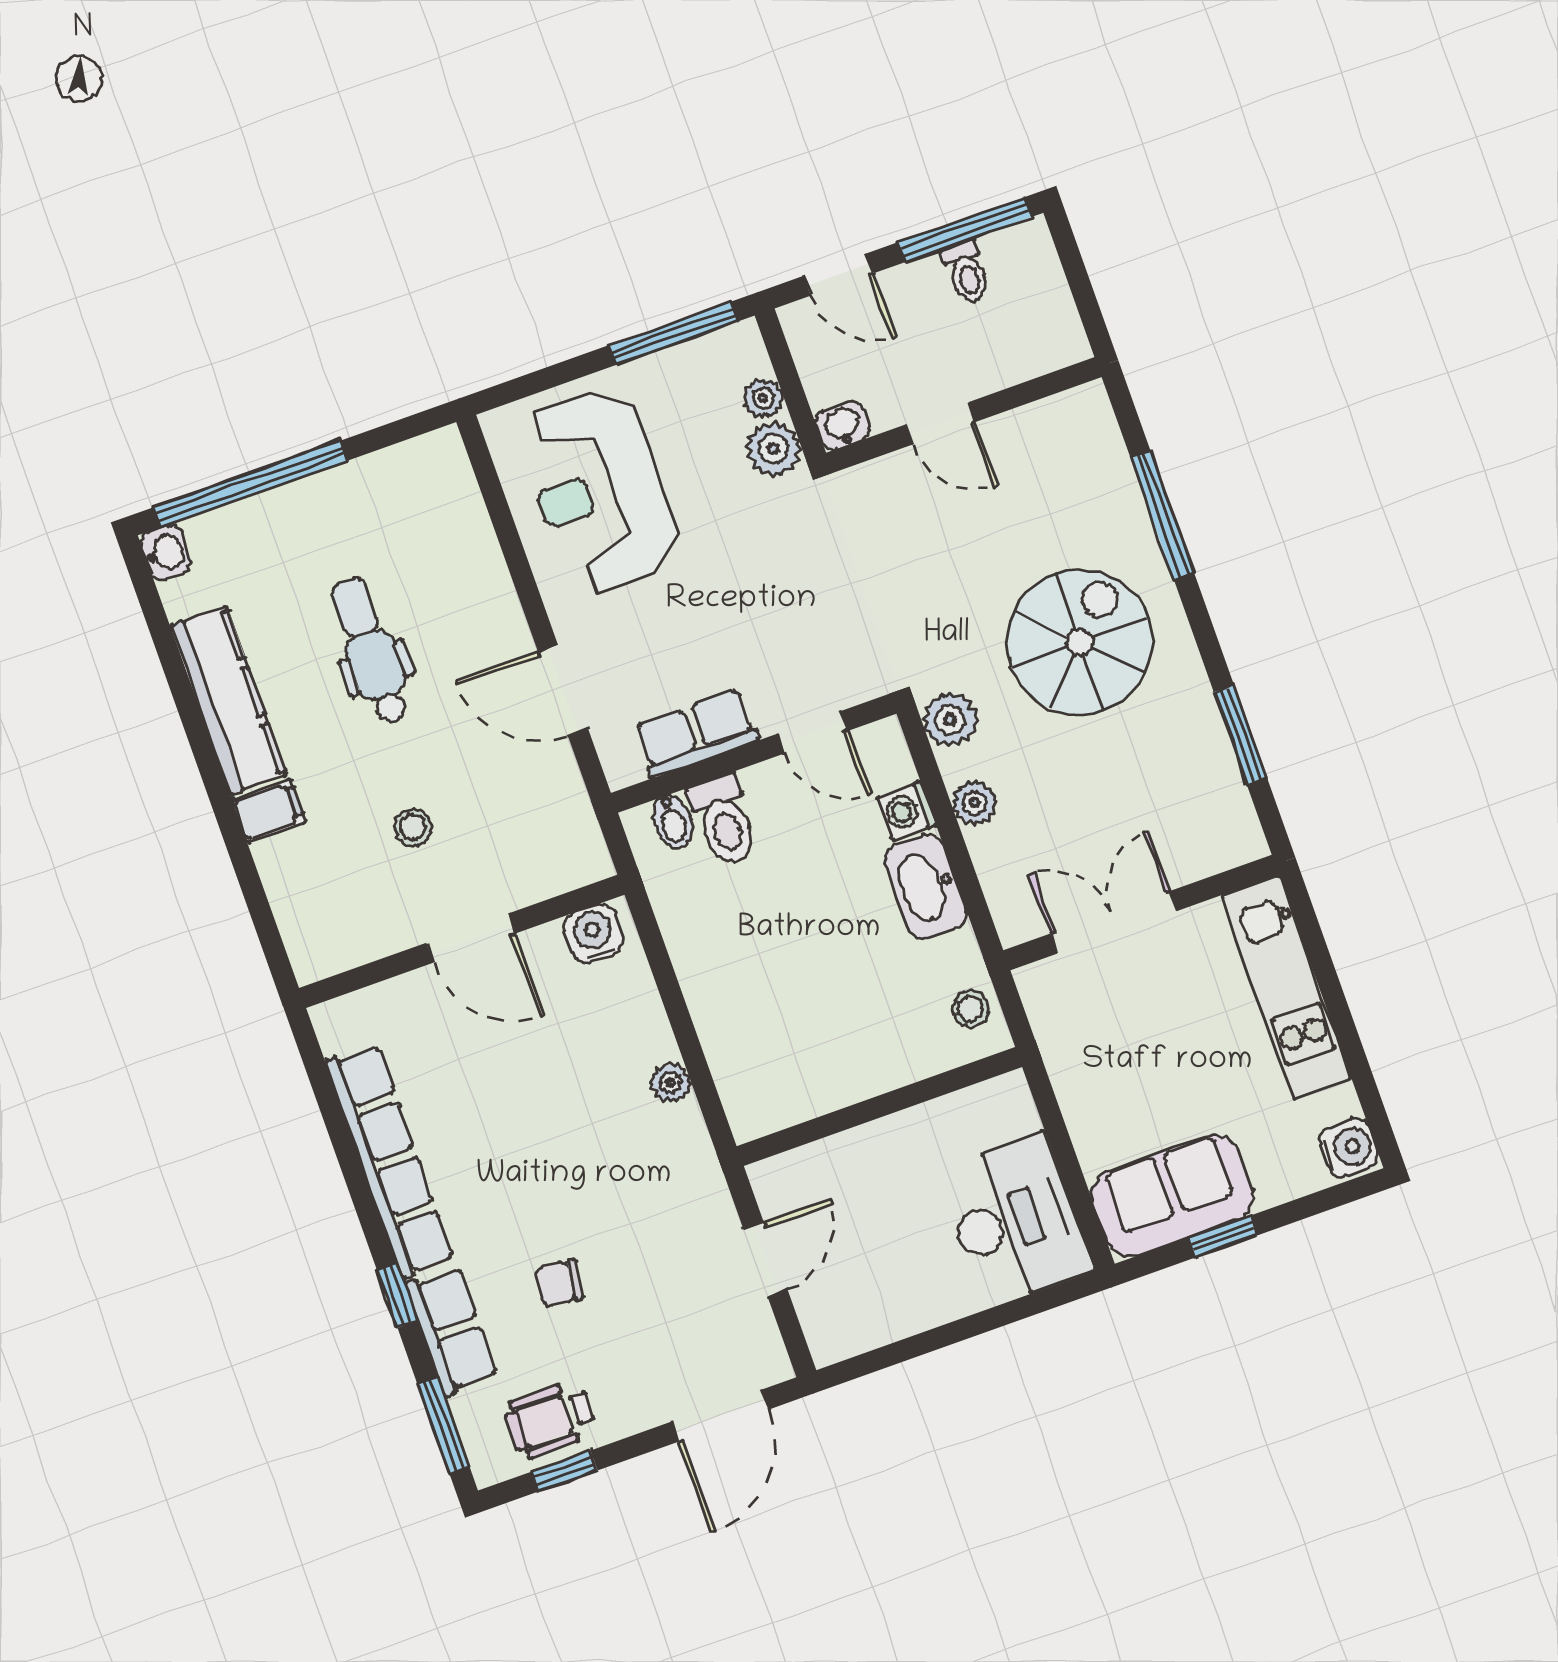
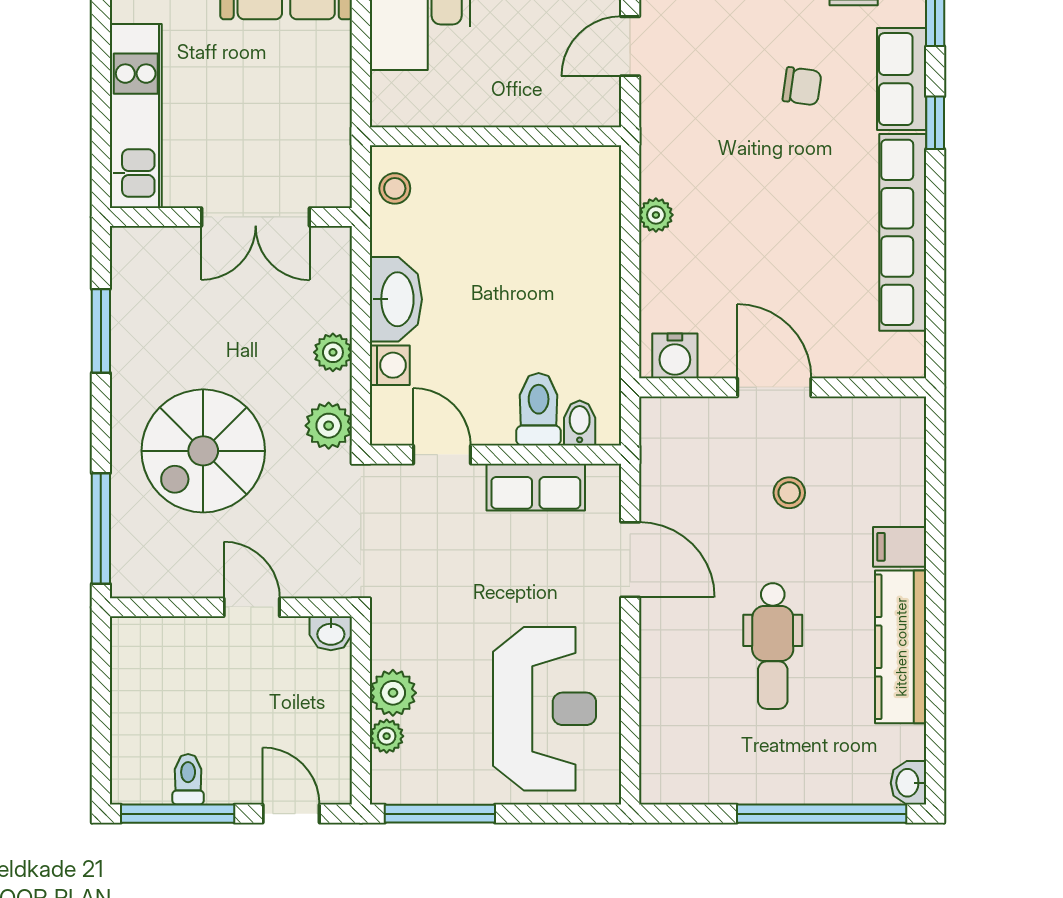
wall: (964, 415) -> (231, 607), moved
door: (941, 423) -> (252, 607), moved
washbasin: (843, 426) -> (331, 633), moved

